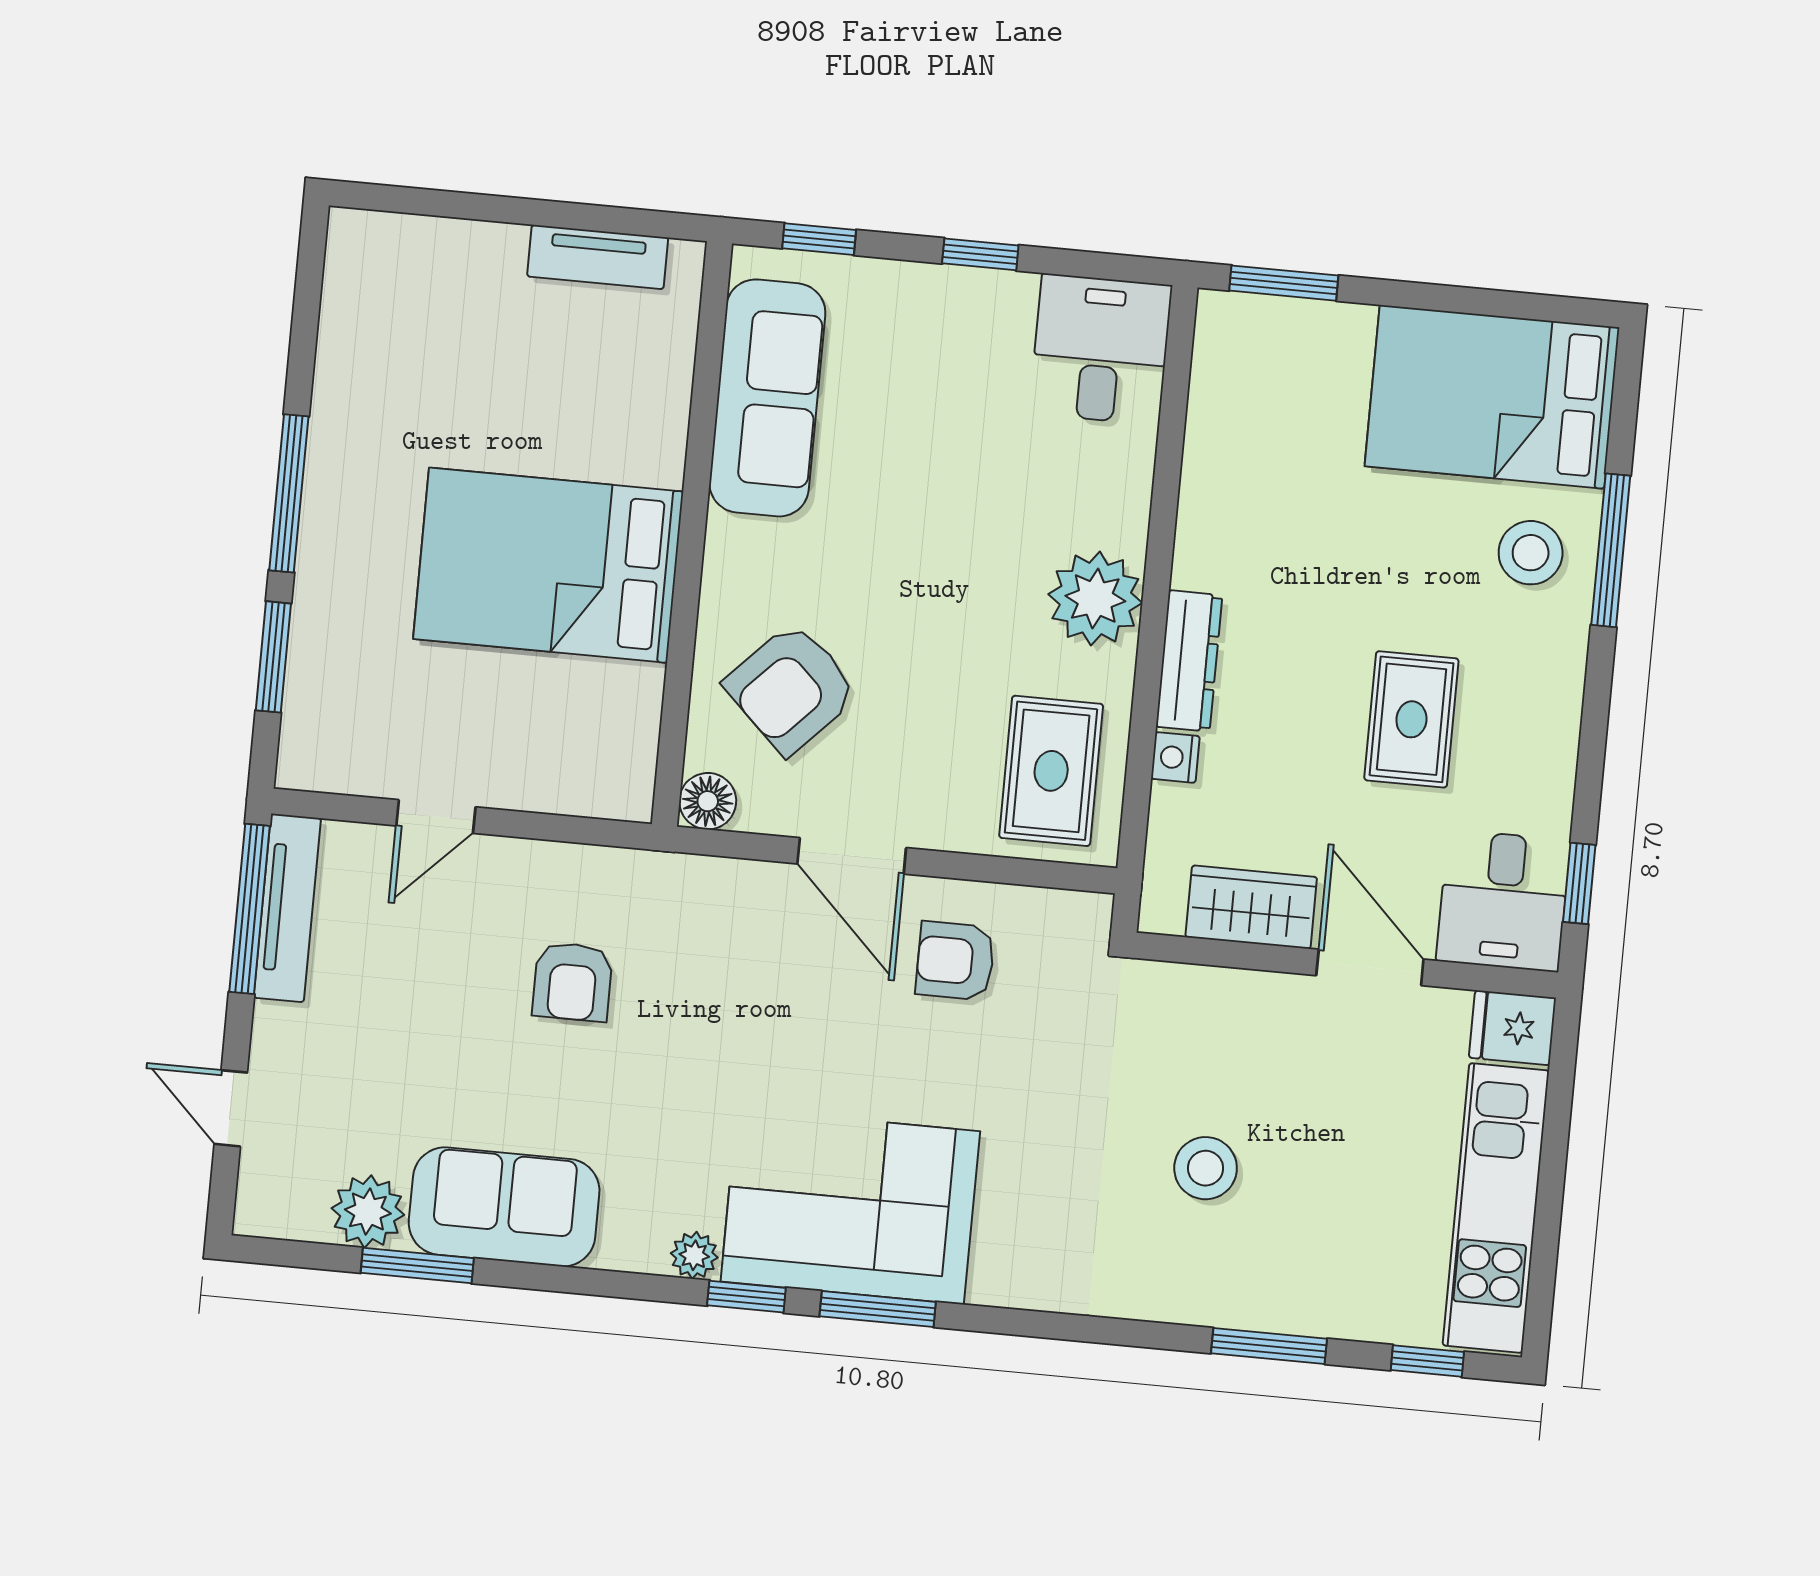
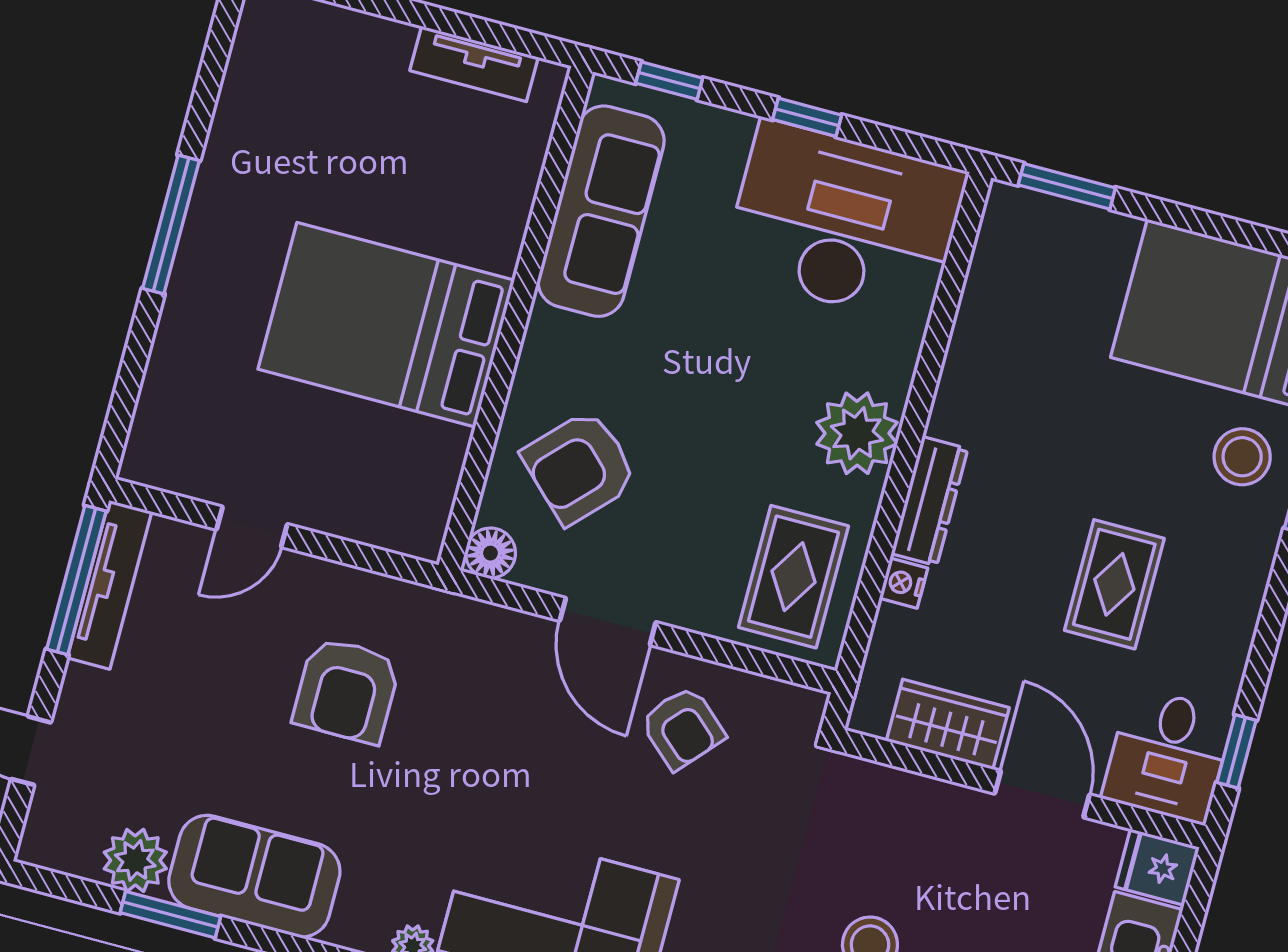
desk: (1101, 349) -> (844, 222), width x1.87, depth x1.30
window: (273, 657) -> (134, 364), removed
armchair: (955, 961) -> (683, 728), turned -138
armchair: (572, 982) -> (347, 690), width x1.38, depth x1.38

